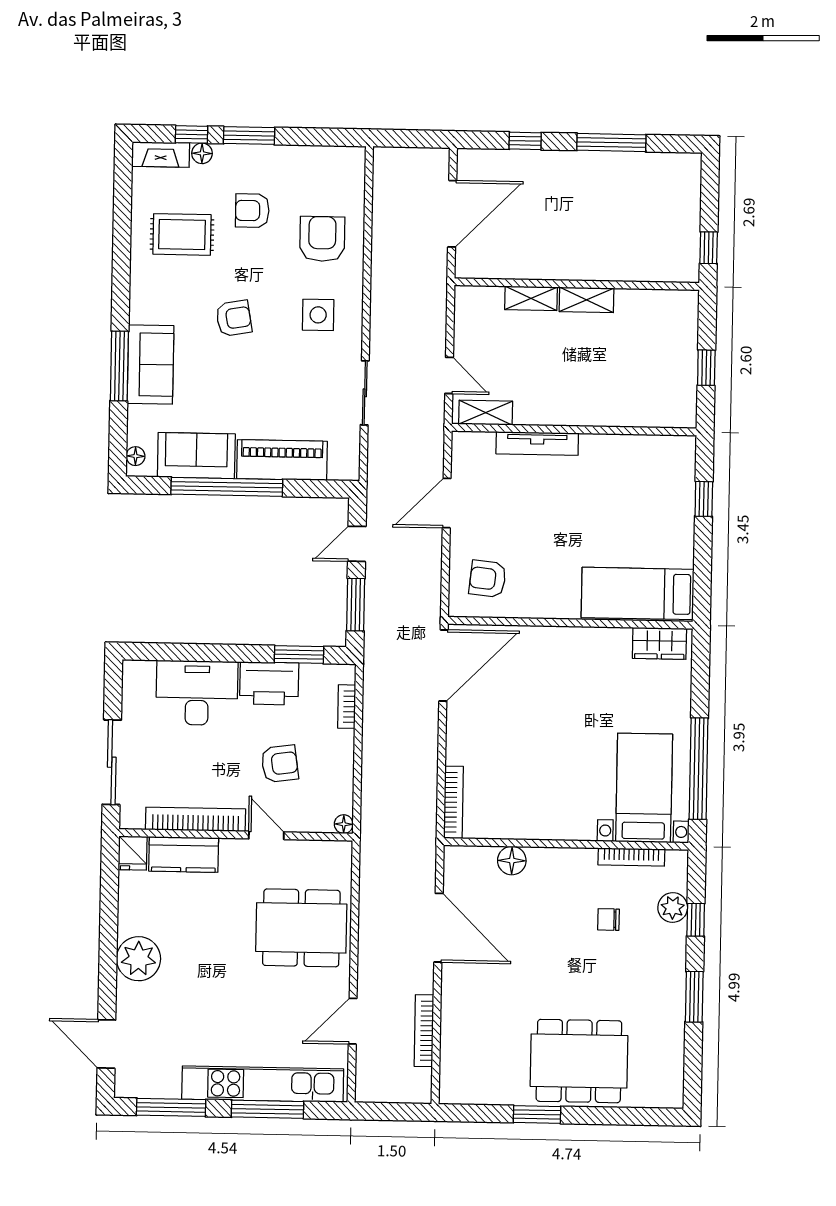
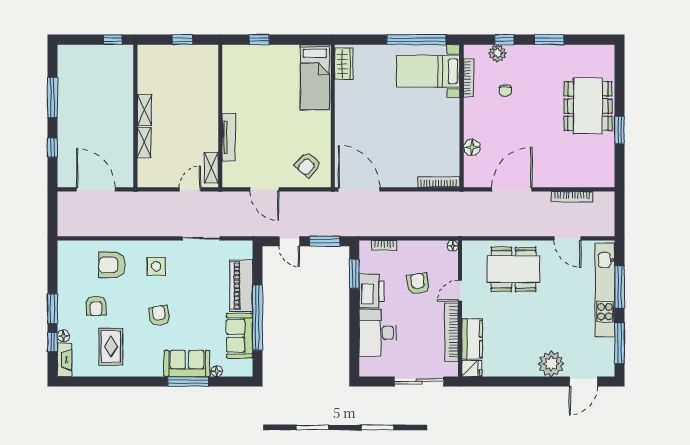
floor lamp: (135, 456) -> (217, 371), moved
armchair: (488, 579) -> (308, 165), turned 36
dining table: (301, 928) -> (514, 269), turned 90
plant: (138, 959) -> (551, 364), moved

